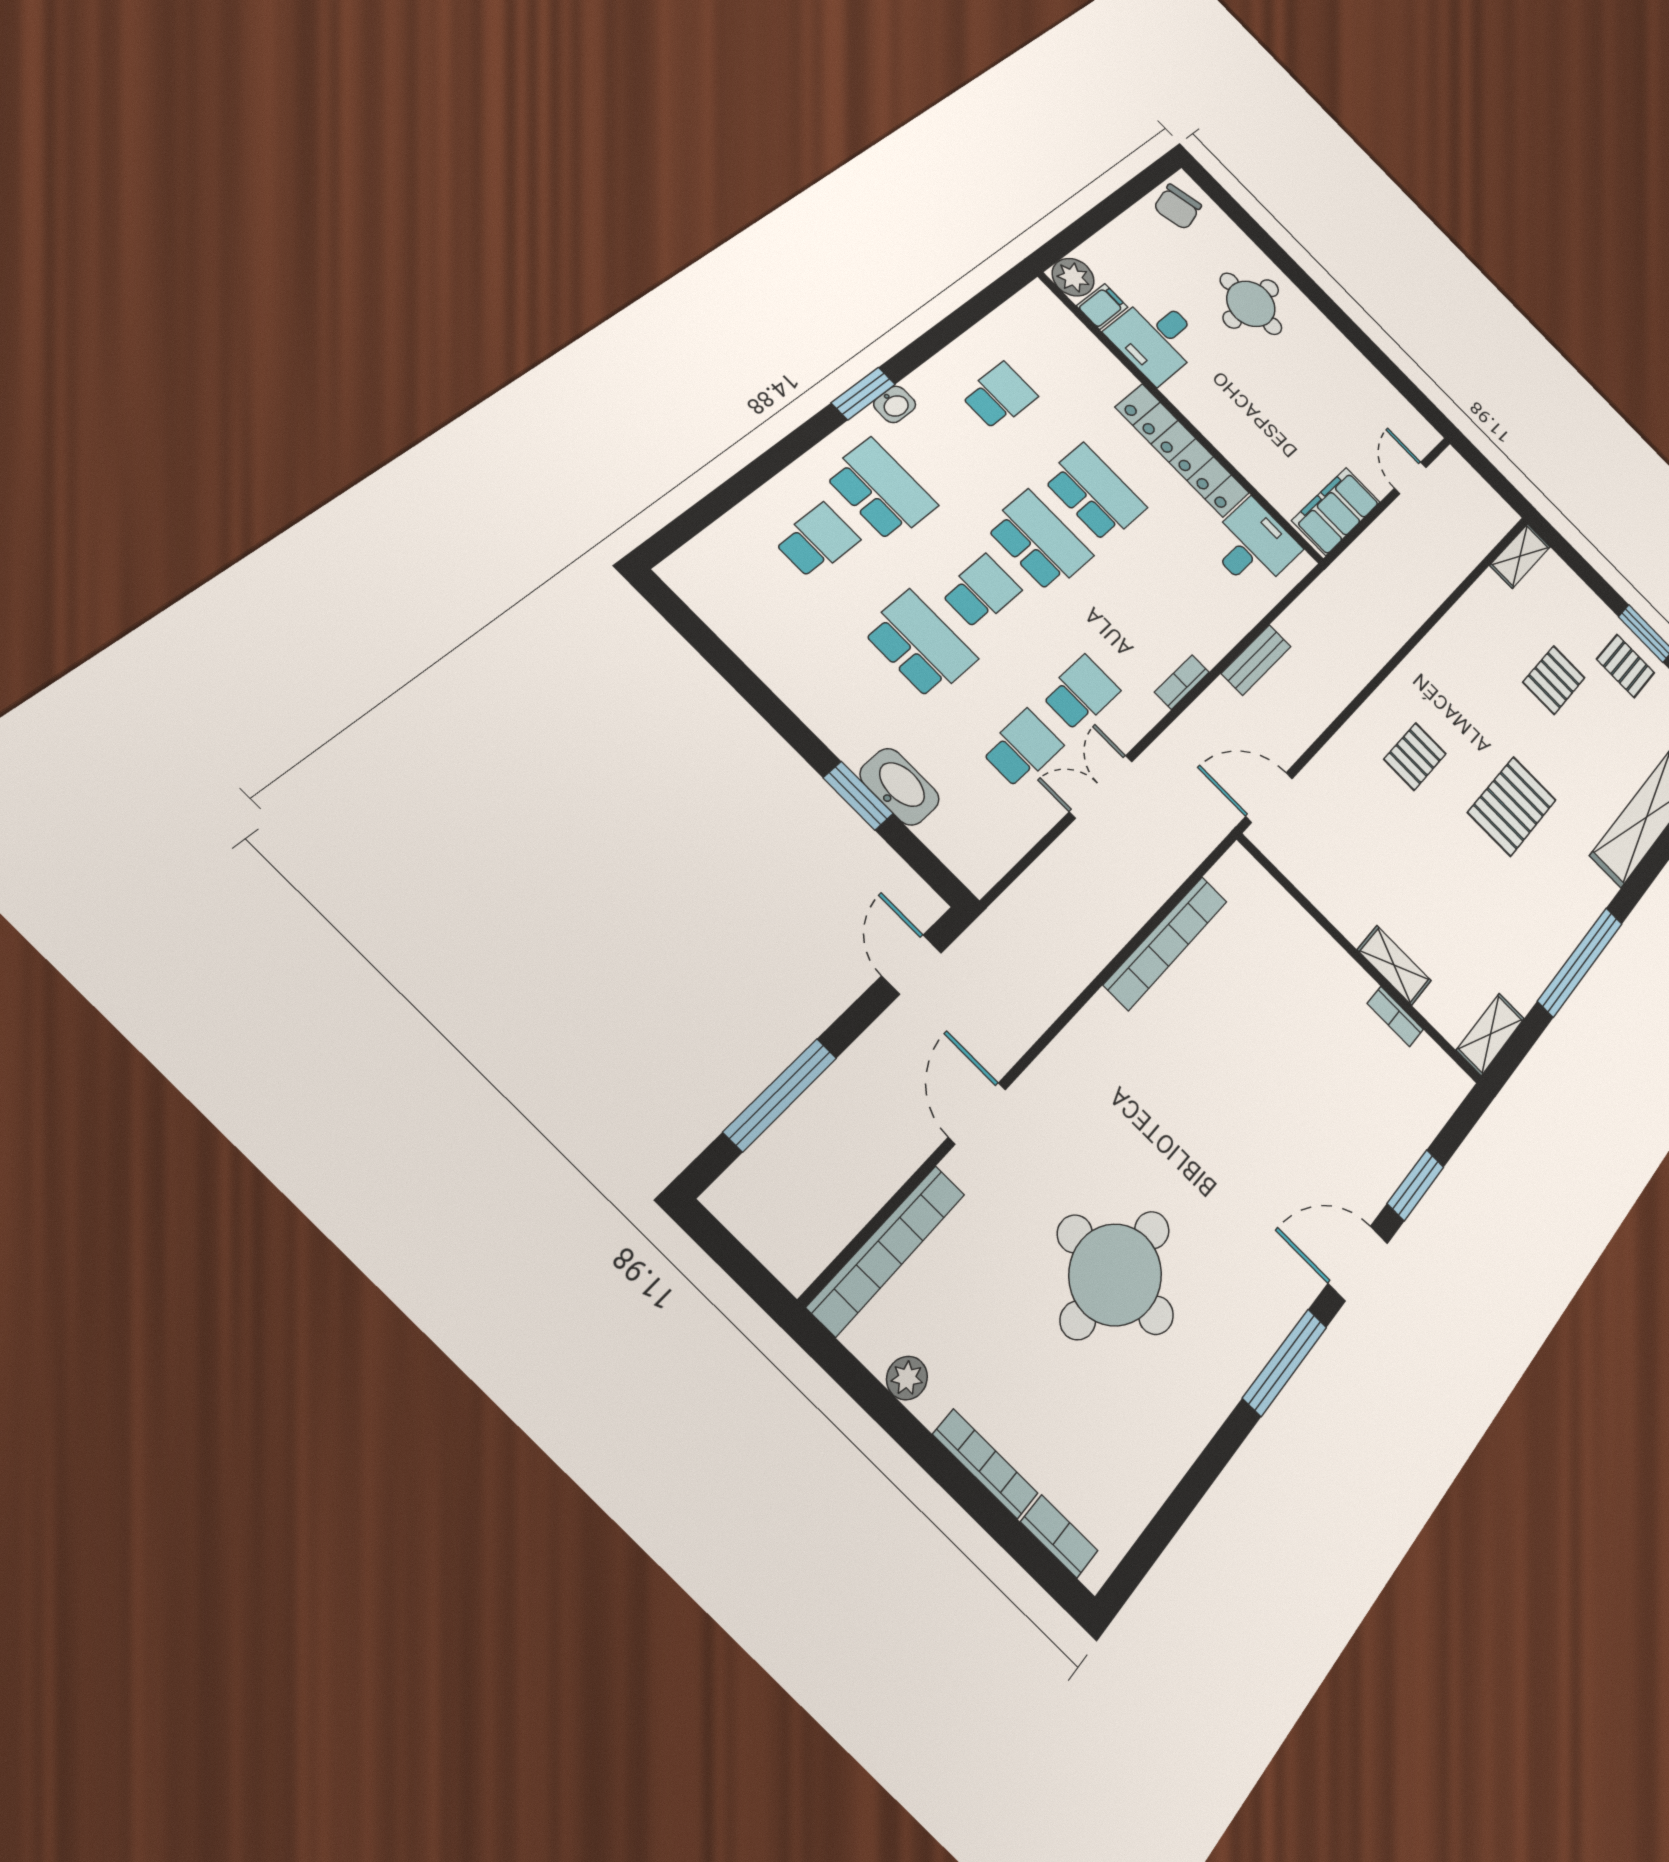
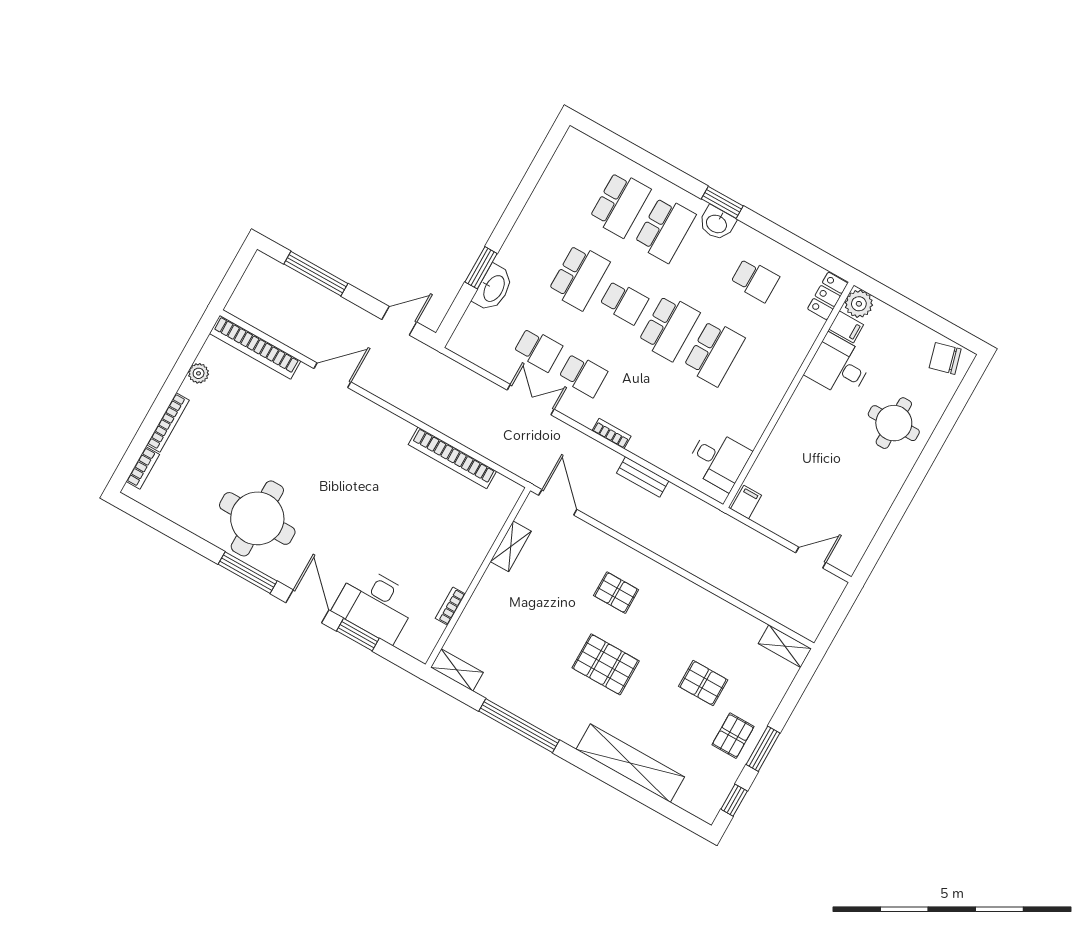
washbasin: (895, 404) -> (717, 223), width x1.38, depth x1.45
locker: (1182, 450) -> (828, 296), moved, width x0.46, depth x0.83
filing cabinet: (1336, 511) -> (746, 502), width x0.33, depth x0.86
school desk: (817, 541) -> (620, 204), width x1.85
shelving: (1394, 965) -> (511, 546), moved
desk: (1373, 1142) -> (375, 604), added
round table: (1115, 1275) -> (257, 518), moved

